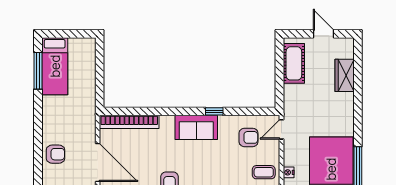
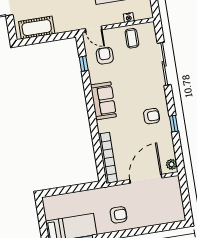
window: (214, 111) -> (84, 64), moved
armchair: (56, 154) -> (118, 215), moved, turned 90

